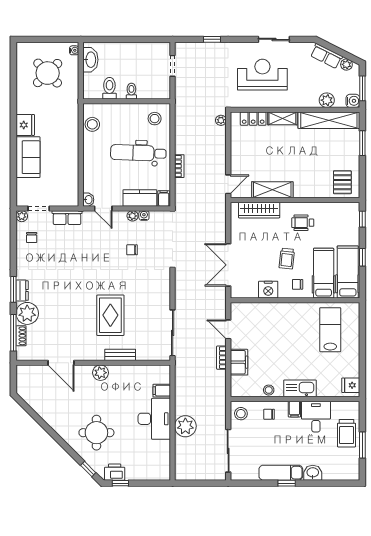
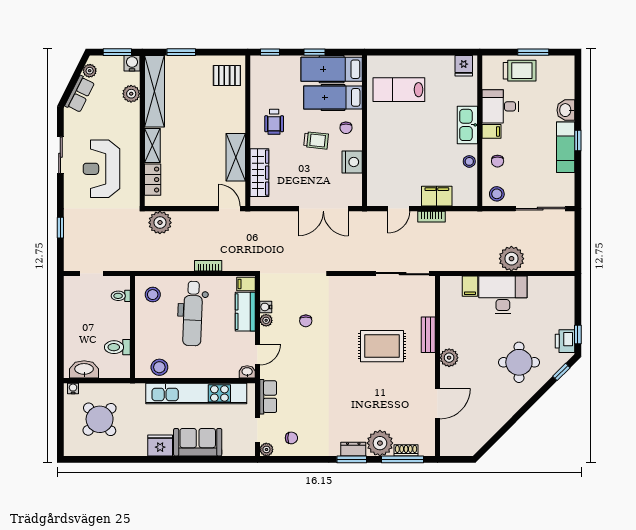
toilet: (131, 91) -> (121, 296), moved
plant: (221, 120) -> (160, 223), width x1.87, depth x1.87
kitchen unit: (70, 156) -> (196, 393), added

